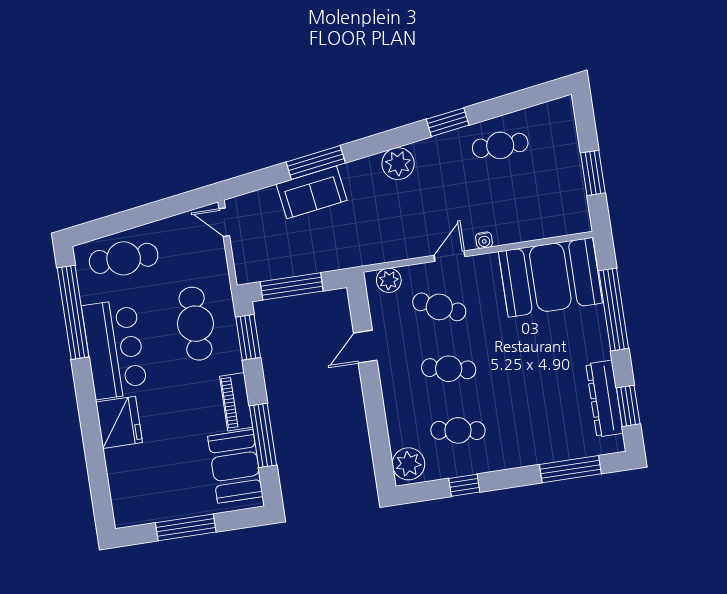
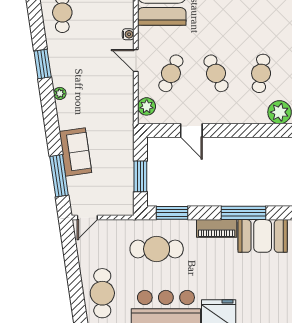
window: (448, 122) -> (43, 64), moved
window: (316, 162) -> (59, 176), moved
plant: (398, 164) -> (60, 93), width x0.53, depth x0.53
window: (292, 286) -> (140, 176), width x0.69
cafe table: (449, 369) -> (216, 73), turned -36

